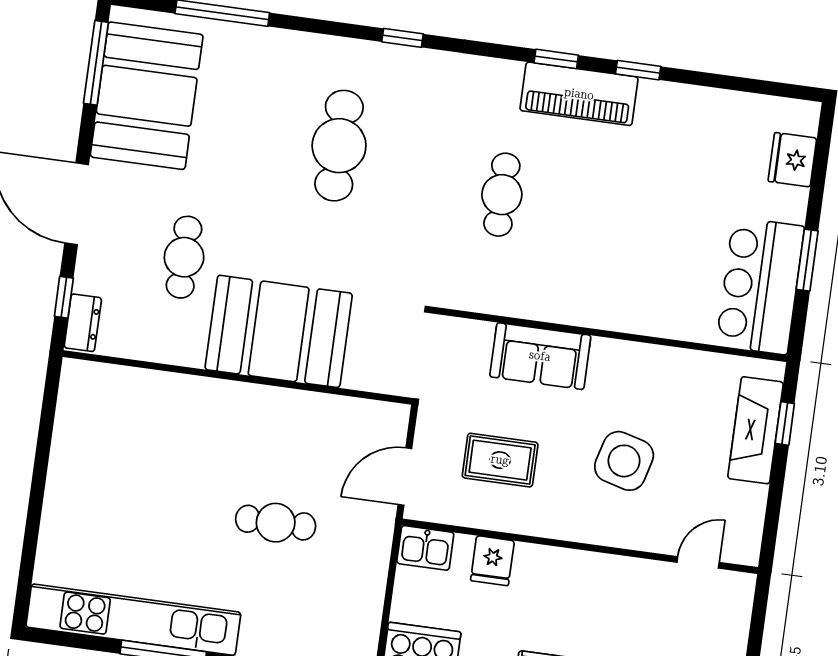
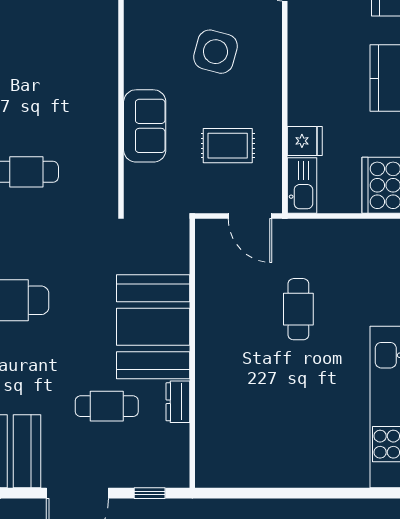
dresser: (83, 323) -> (178, 402), moved, turned -90
rug: (500, 460) -> (228, 146), turned 90
kitchen sink: (425, 548) -> (302, 186), width x1.38

